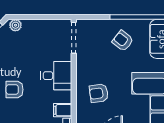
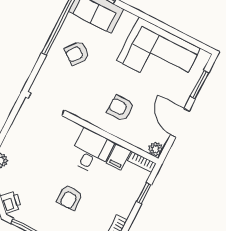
desk: (56, 76) -> (91, 151), moved
armchair: (99, 93) -> (120, 108), turned 98

